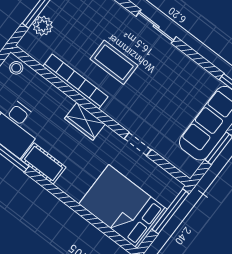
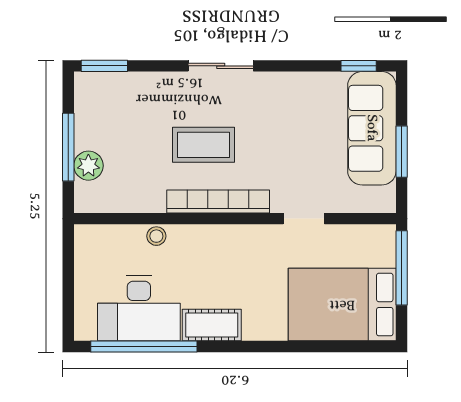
stool: (16, 68) -> (156, 236), moved
bookcase: (75, 82) -> (218, 201), moved
wardrobe: (85, 121) -> (222, 239), removed

